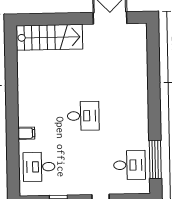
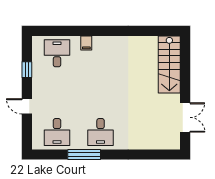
desk: (83, 116) -> (101, 132), moved
window: (155, 159) -> (84, 154), moved

